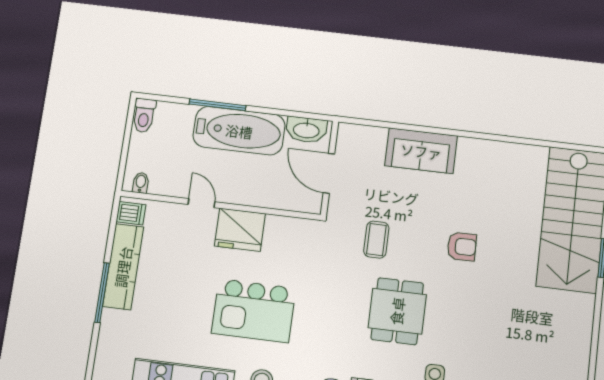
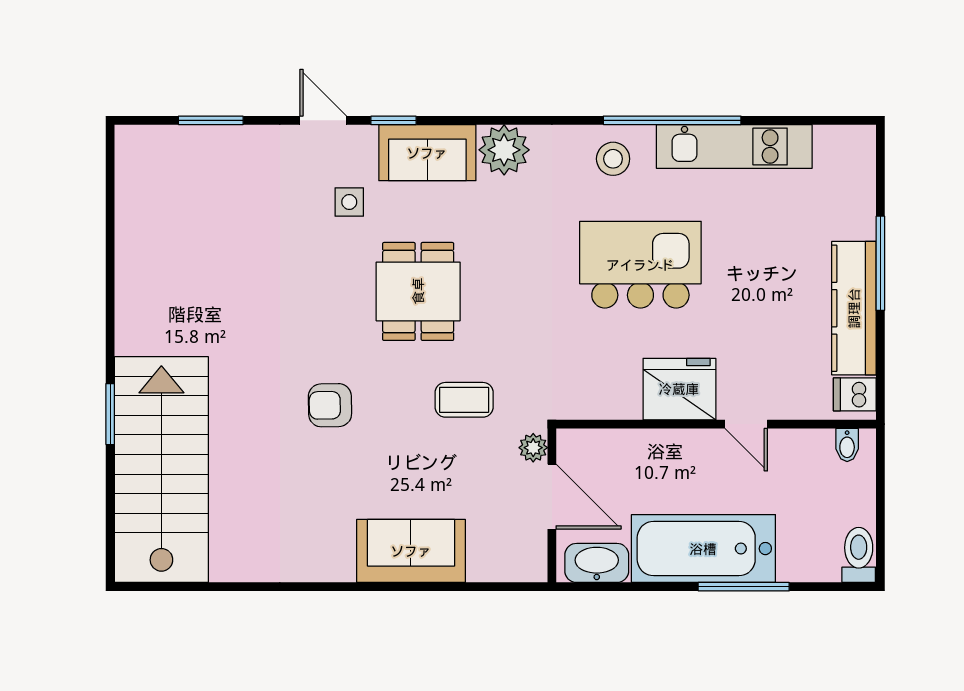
plant: (337, 205) -> (533, 448), added
coffee table: (376, 240) -> (464, 400), turned 90

